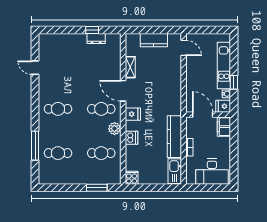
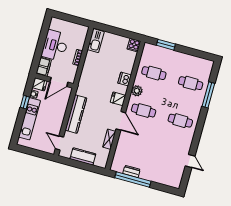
window: (92, 30) -> (133, 180), width x3.17
door: (203, 115) -> (59, 82), hinge flipped
kitchen counter: (174, 137) -> (76, 114), moved
desk: (212, 172) -> (55, 45), moved, turned -90

